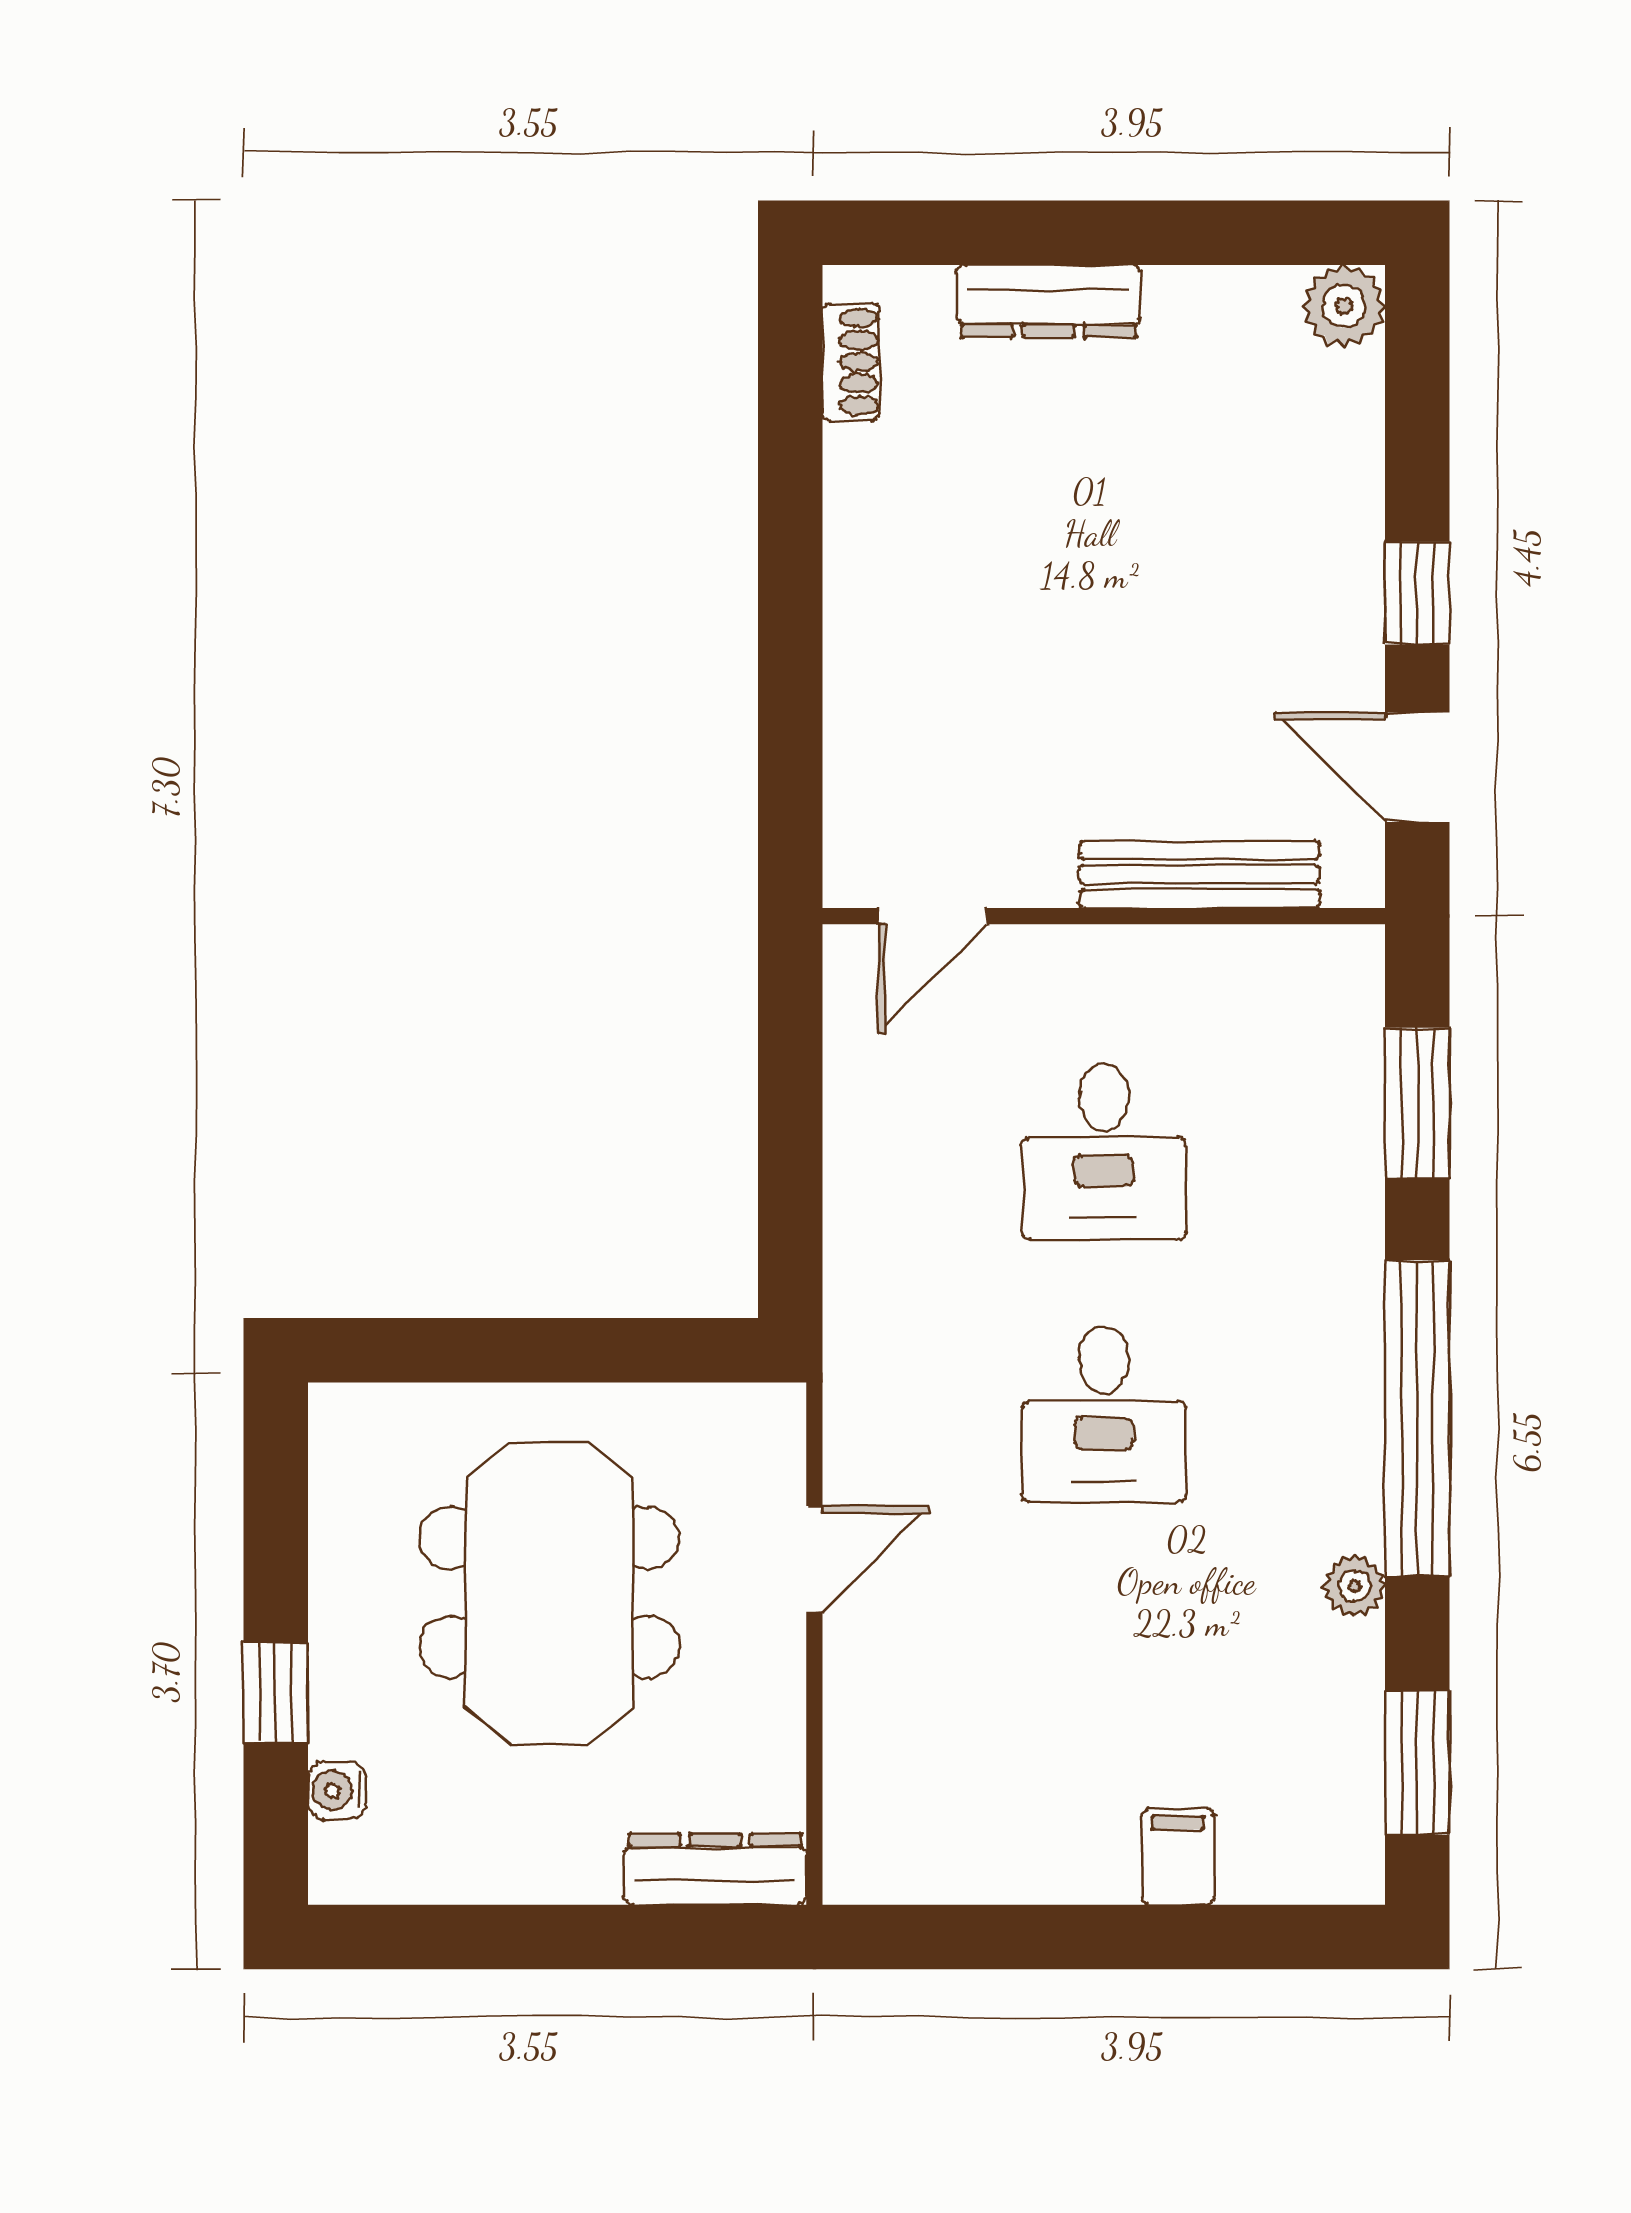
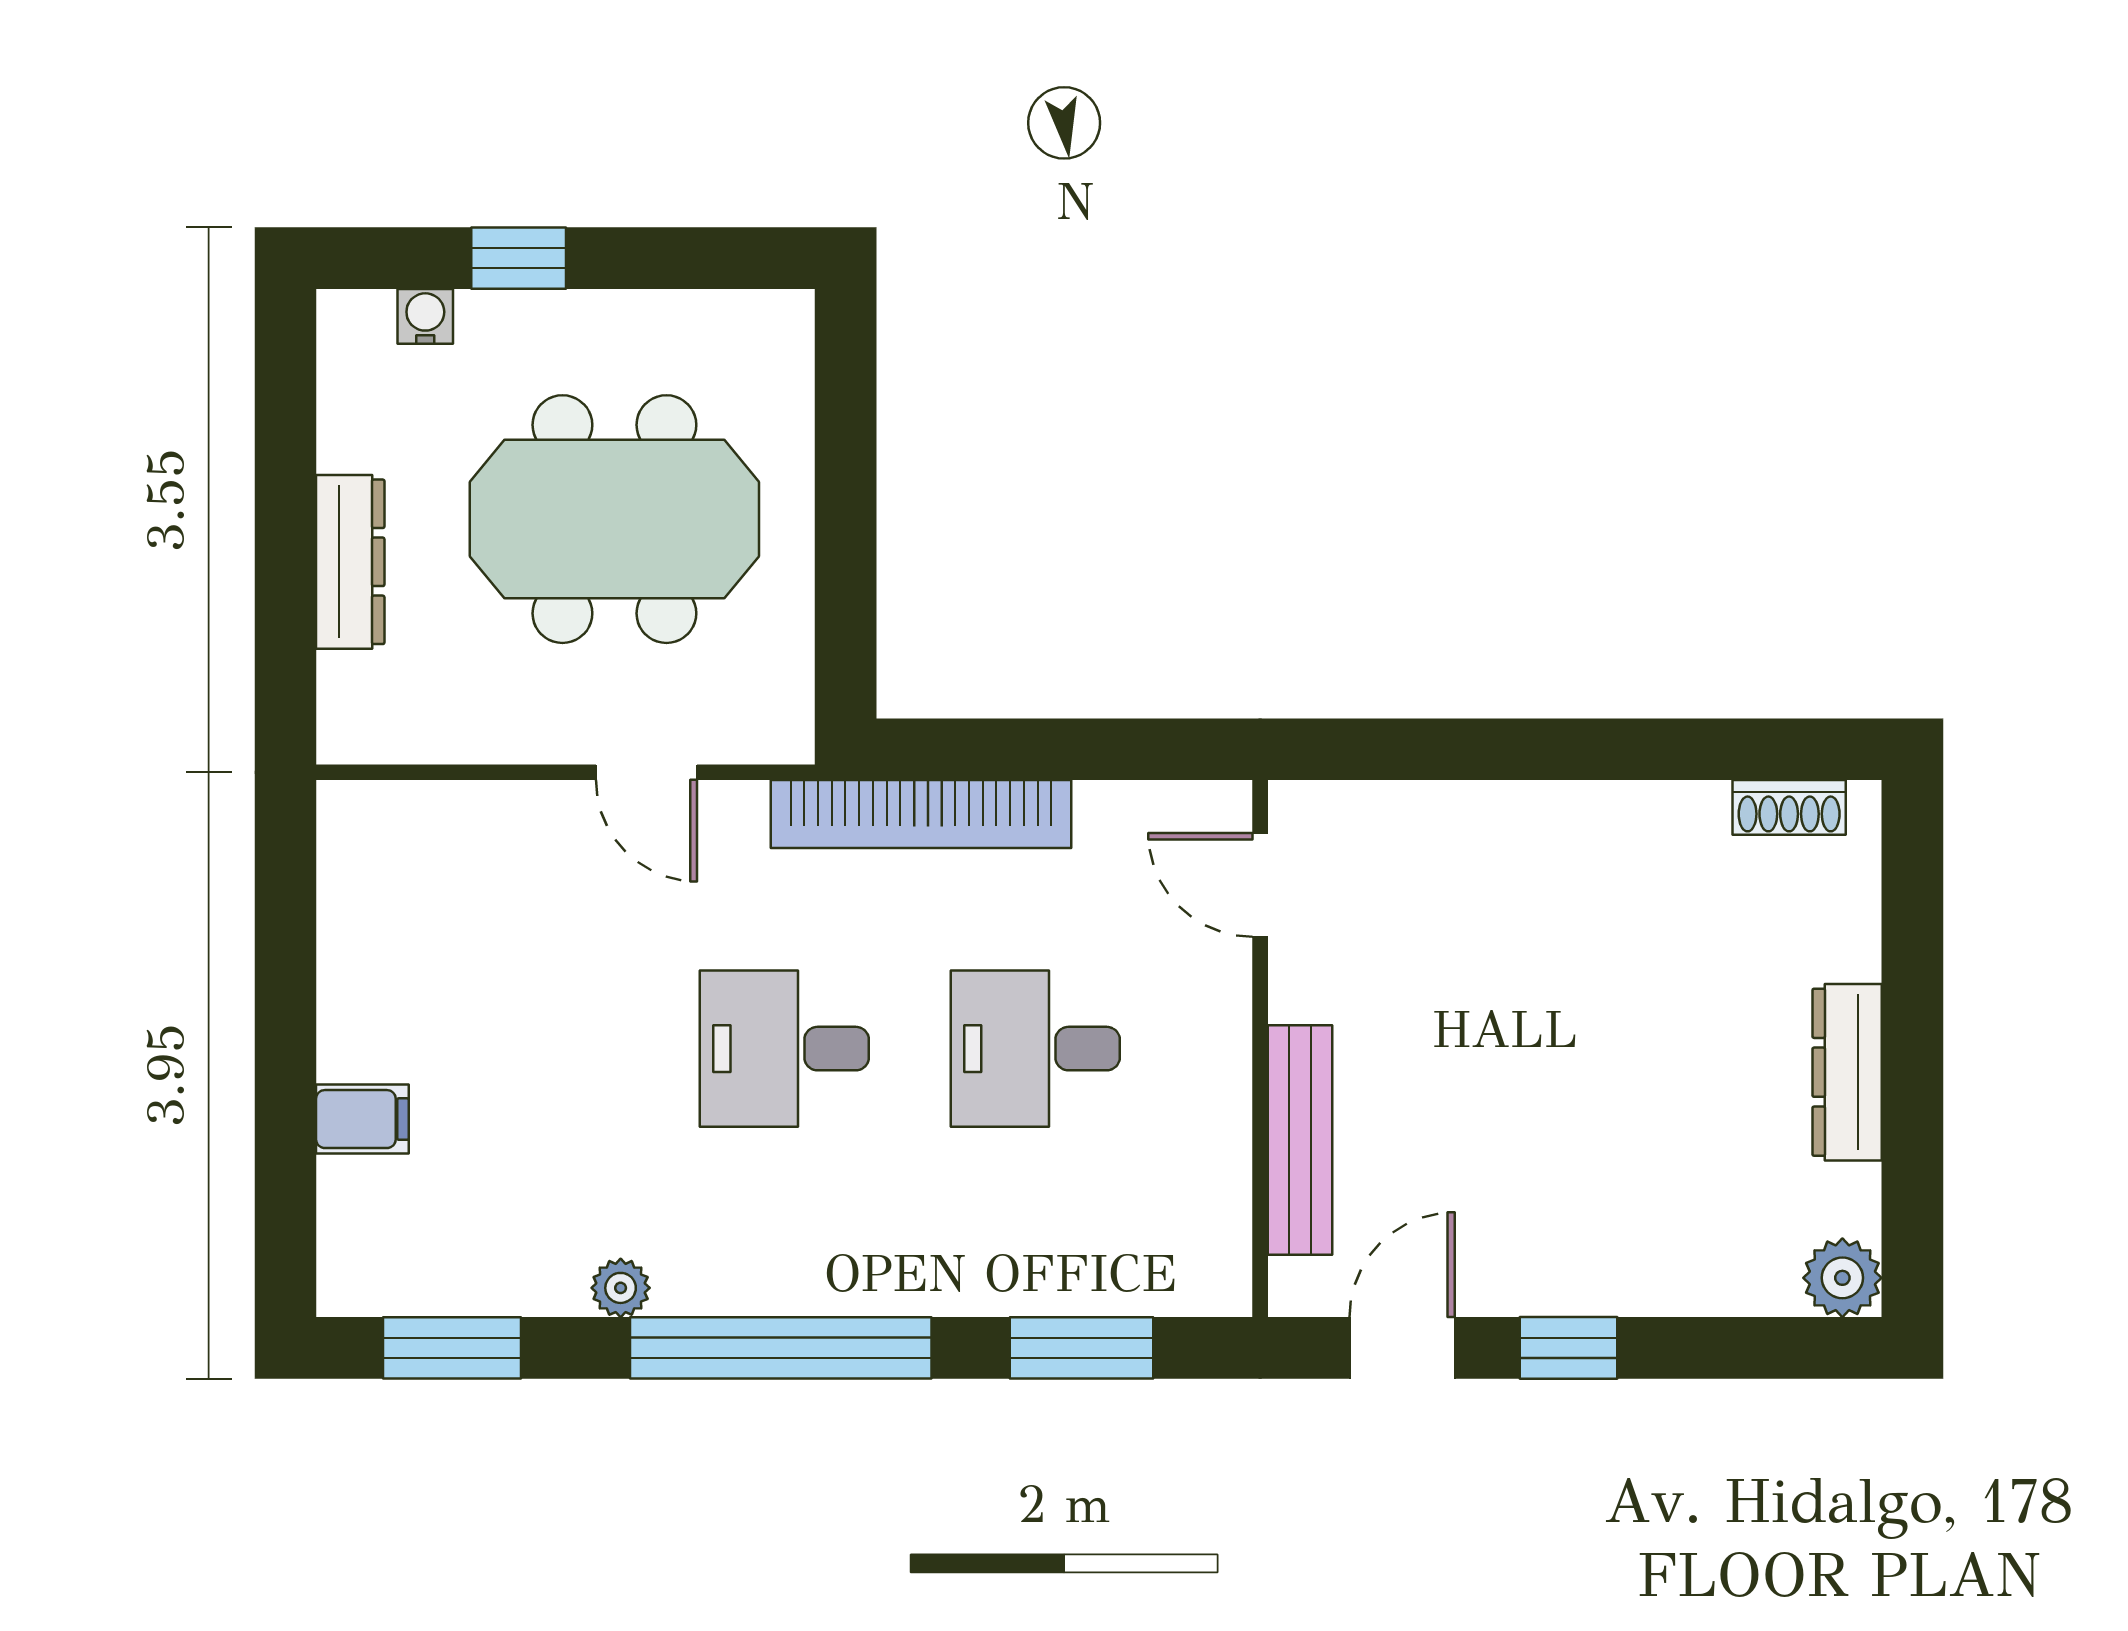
dresser: (1049, 301) -> (1847, 1072), moved
bookcase: (858, 1271) -> (921, 814), added
dresser: (715, 1869) -> (350, 562), moved

